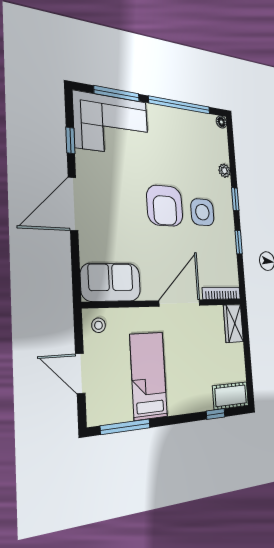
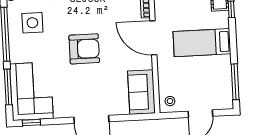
window: (70, 140) -> (31, 123), moved
side table: (202, 212) -> (32, 23), moved
bed: (148, 376) -> (202, 43), moved

